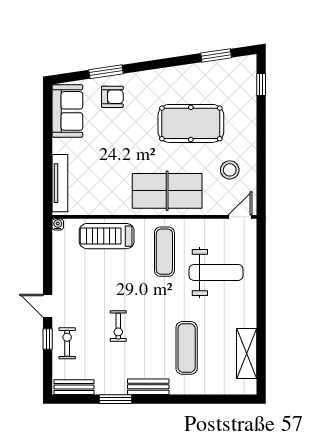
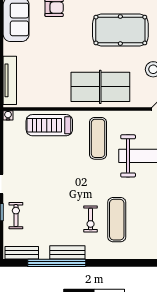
exercise bike: (118, 326) -> (91, 219), moved
bench: (148, 387) -> (67, 252), moved
window: (115, 399) -> (57, 263), width x2.11

